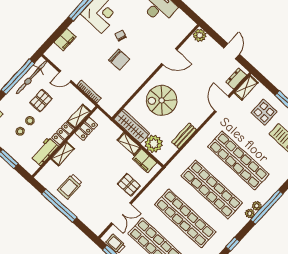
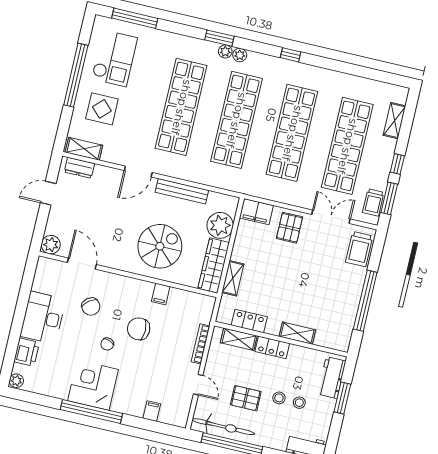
chair: (149, 38) -> (91, 307), added
filing cabinet: (65, 40) -> (152, 411), width x0.50
door: (169, 57) -> (82, 264), moved
chair: (119, 60) -> (139, 329), turned -90
filing cabinet: (133, 85) -> (161, 294), added
spiral stairs: (162, 100) -> (160, 246), turned -90
door: (222, 104) -> (138, 172), moved
bench: (184, 136) -> (182, 191), width x1.36
shelving: (129, 144) -> (233, 278), moved
workbench: (44, 151) -> (332, 378), moved, turned 90
filing cabinet: (145, 161) -> (256, 212), moved, turned 90
trolley: (70, 187) -> (359, 249), moved, turned 90
window: (267, 207) -> (219, 38), width x0.47

